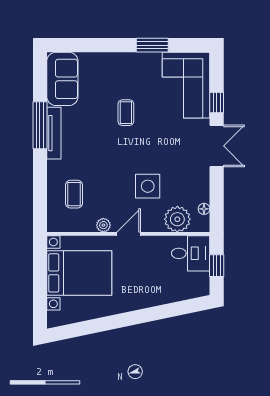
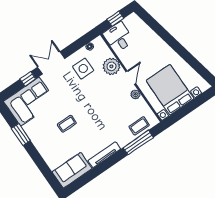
window: (40, 125) -> (138, 143), moved
side table: (148, 186) -> (83, 69), moved
coffee table: (74, 194) -> (139, 126), moved
plant: (177, 219) -> (111, 66), moved
door: (129, 234) -> (131, 78), swing flipped

